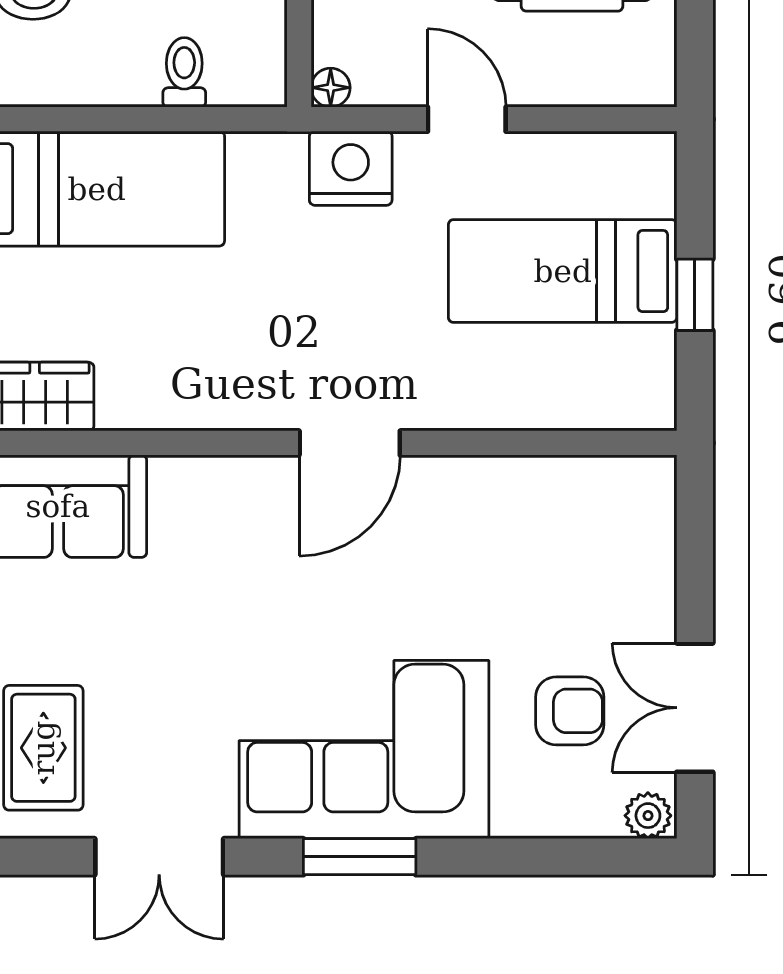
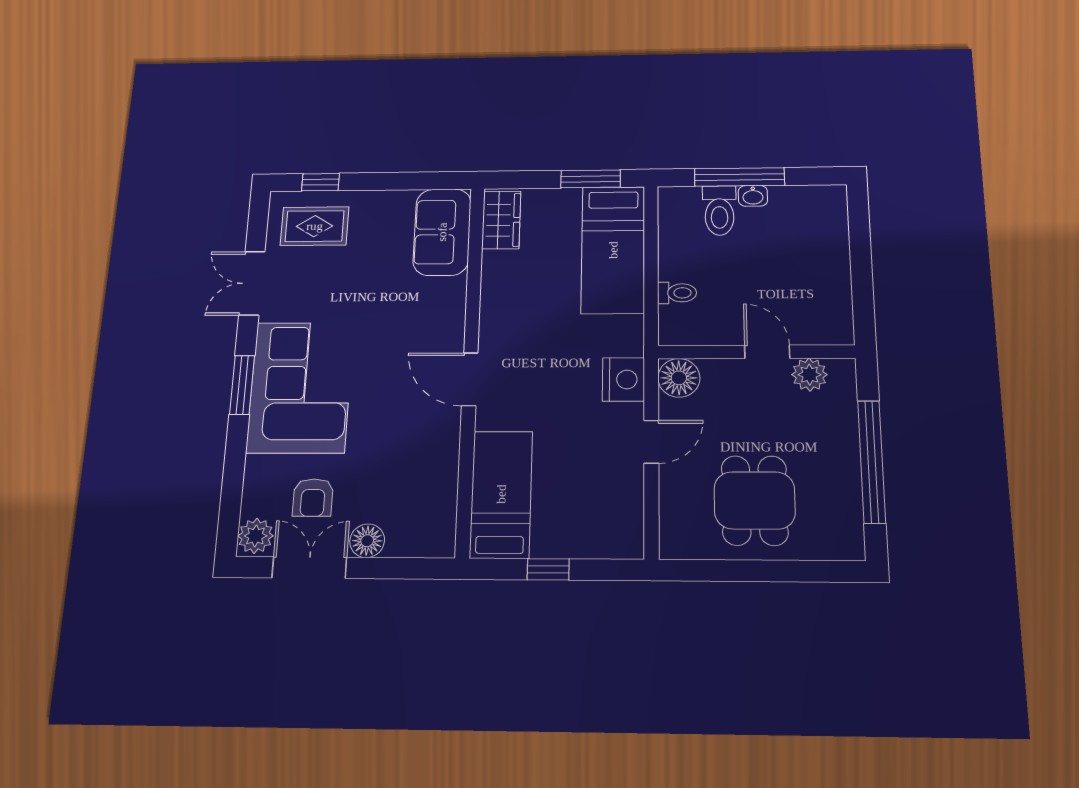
floor lamp: (331, 88) -> (679, 378), width x1.89, depth x1.89
bed: (563, 271) -> (501, 494), moved
floor lamp: (647, 610) -> (367, 541), added
plant: (648, 816) -> (256, 536), width x1.38, depth x1.38

